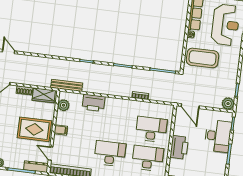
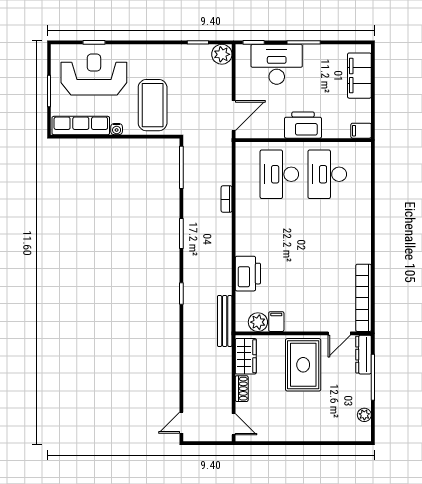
filing cabinet: (61, 130) -> (276, 322), moved
desk: (110, 154) -> (327, 237), removed

